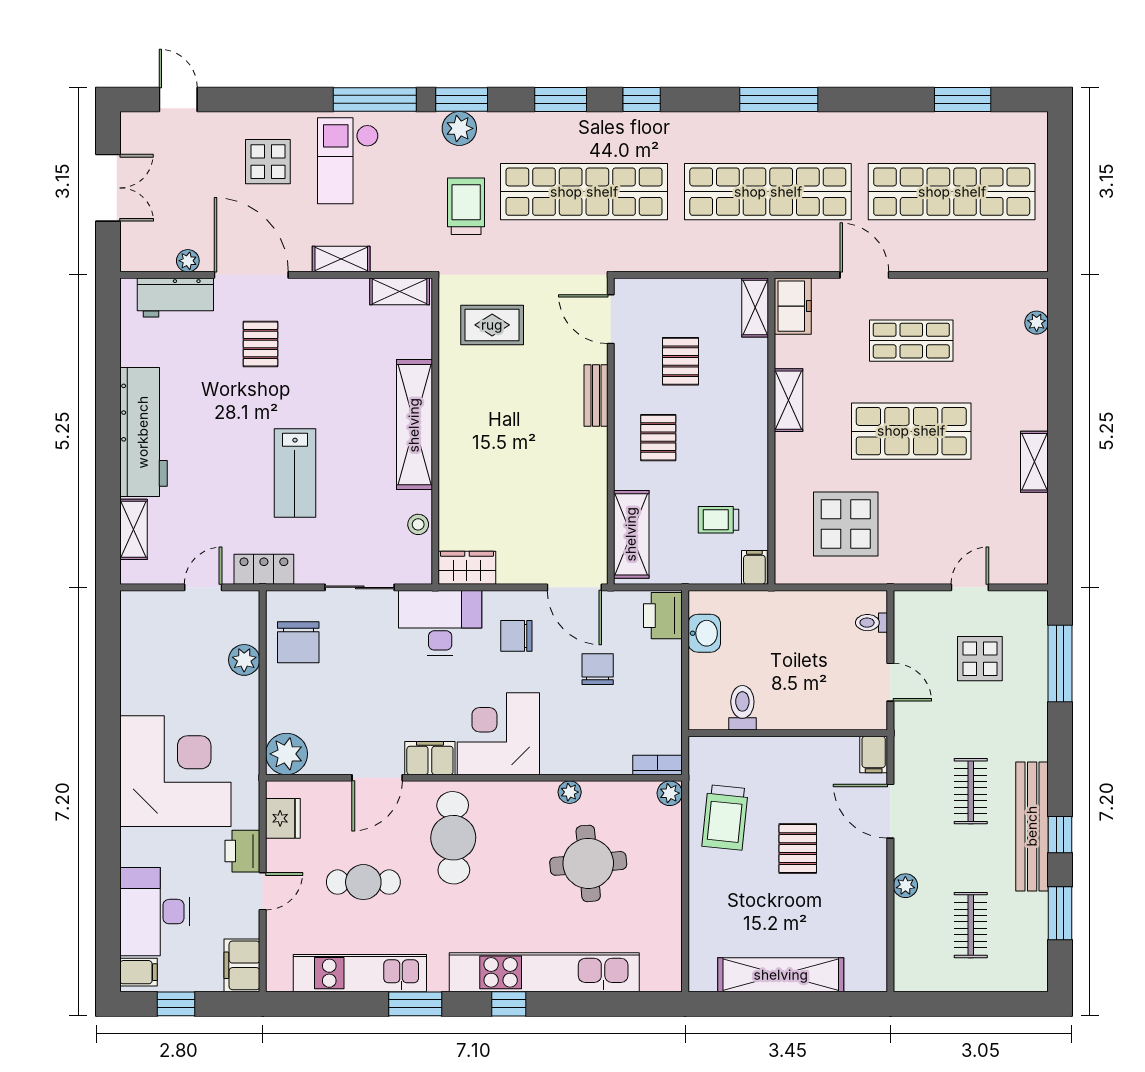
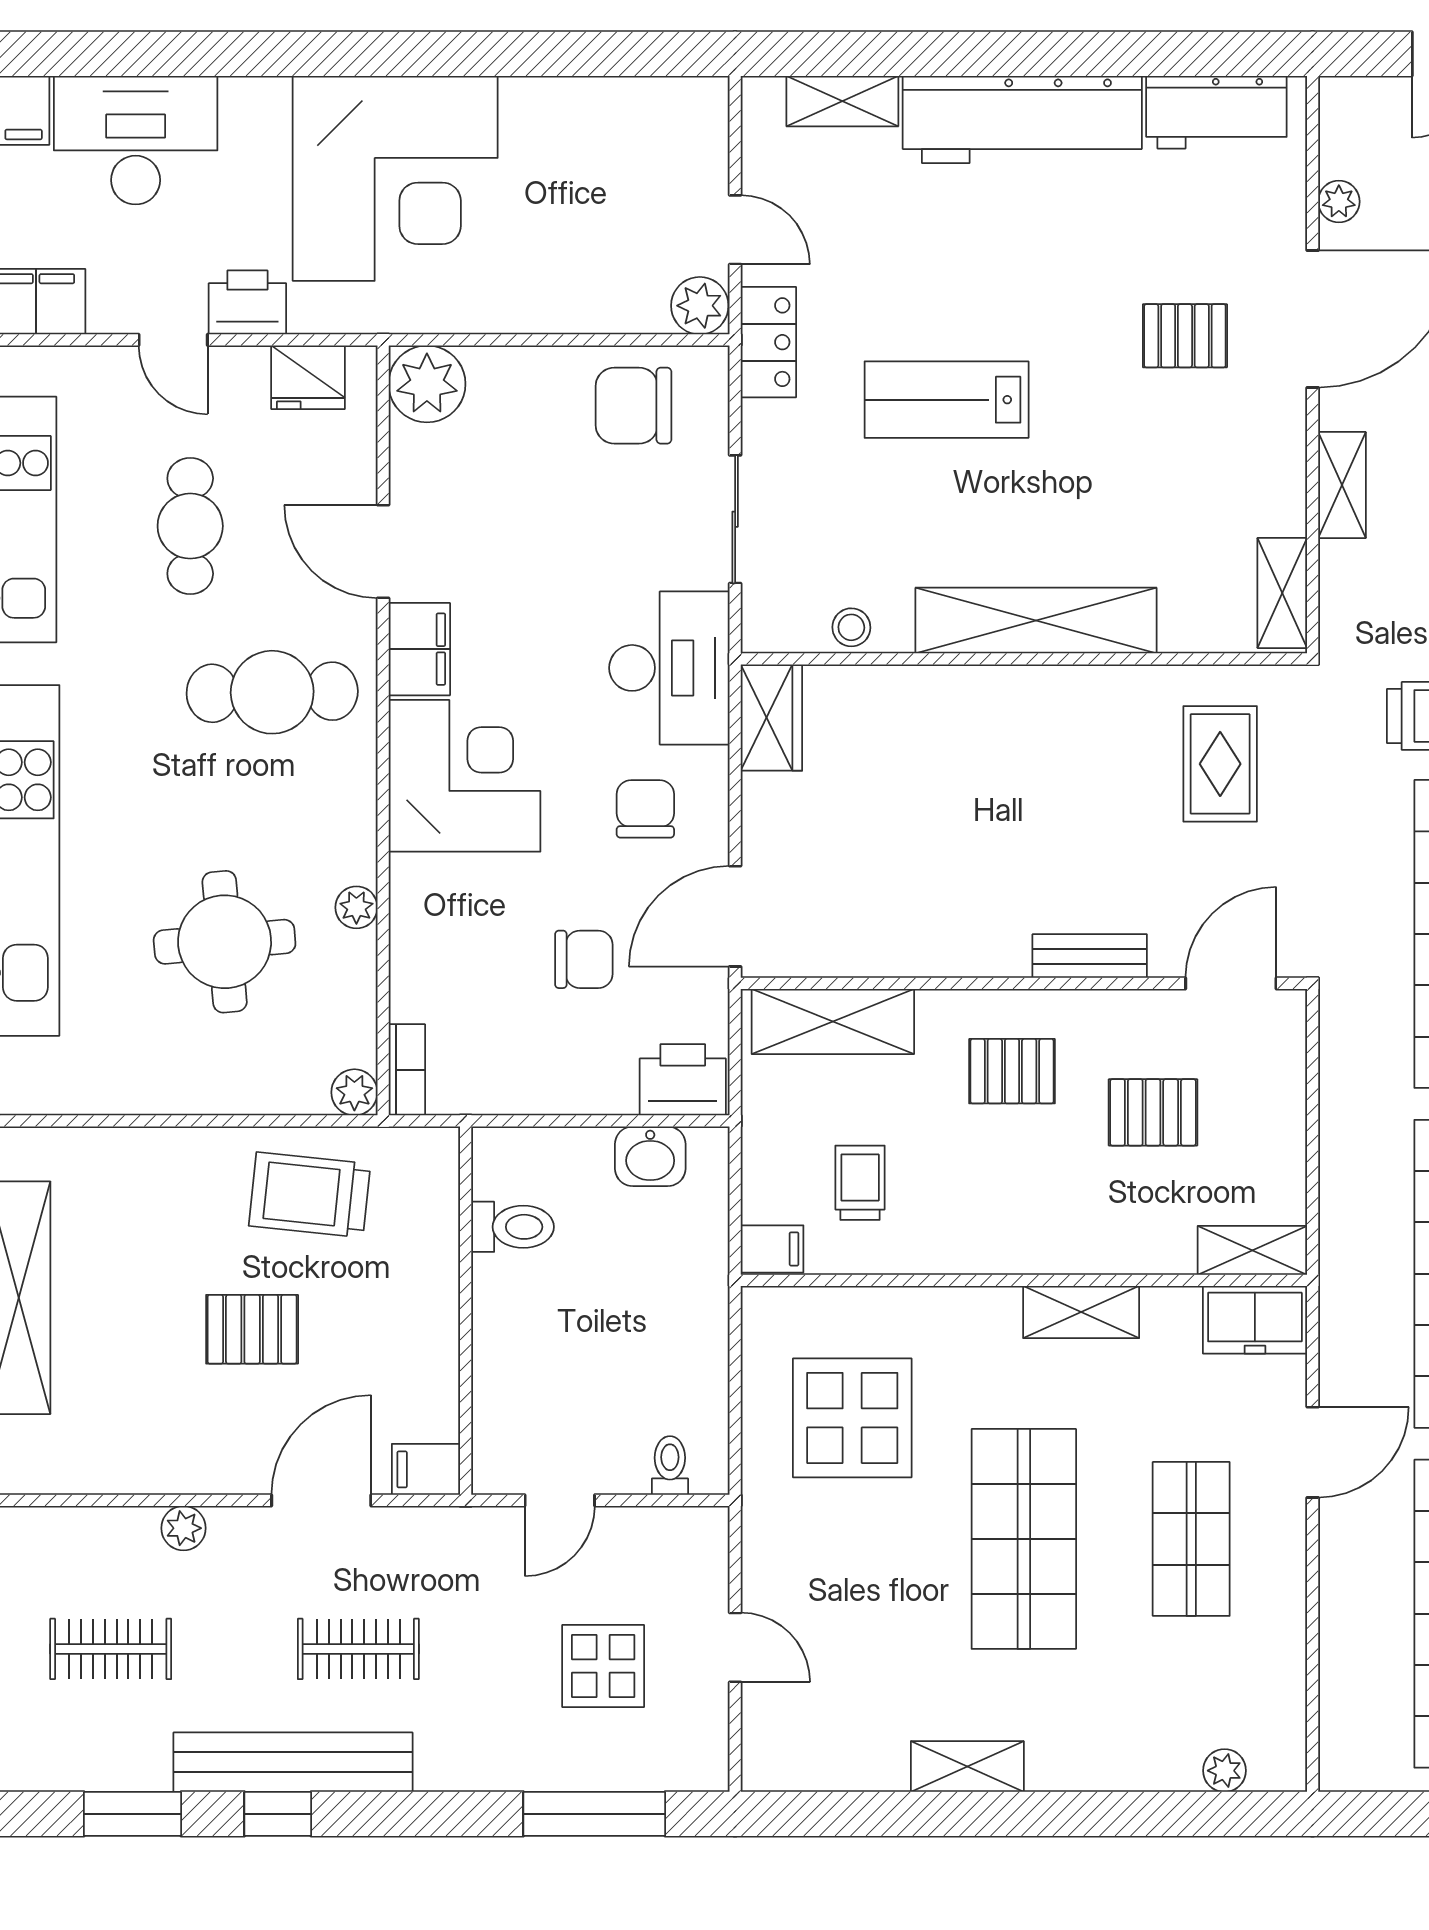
workbench: (175, 298) -> (1216, 112), moved, turned -90
plant: (244, 660) -> (700, 306), moved

